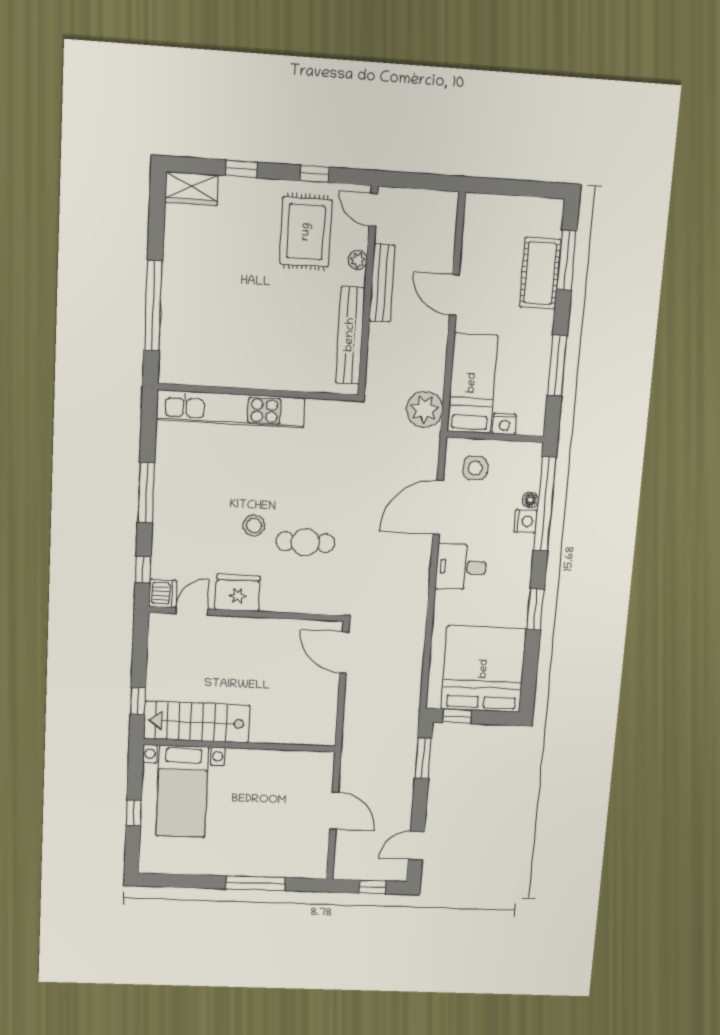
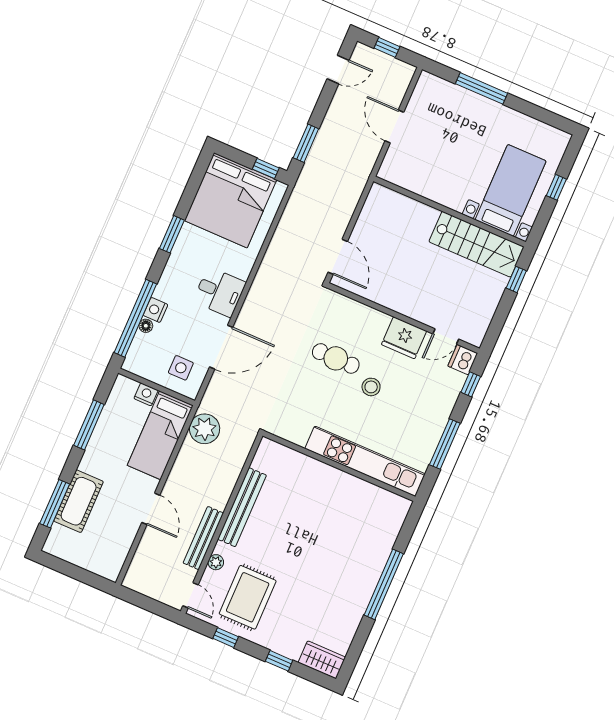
wall: (258, 392) -> (339, 466), moved
kitchen unit: (231, 409) -> (365, 461), moved

